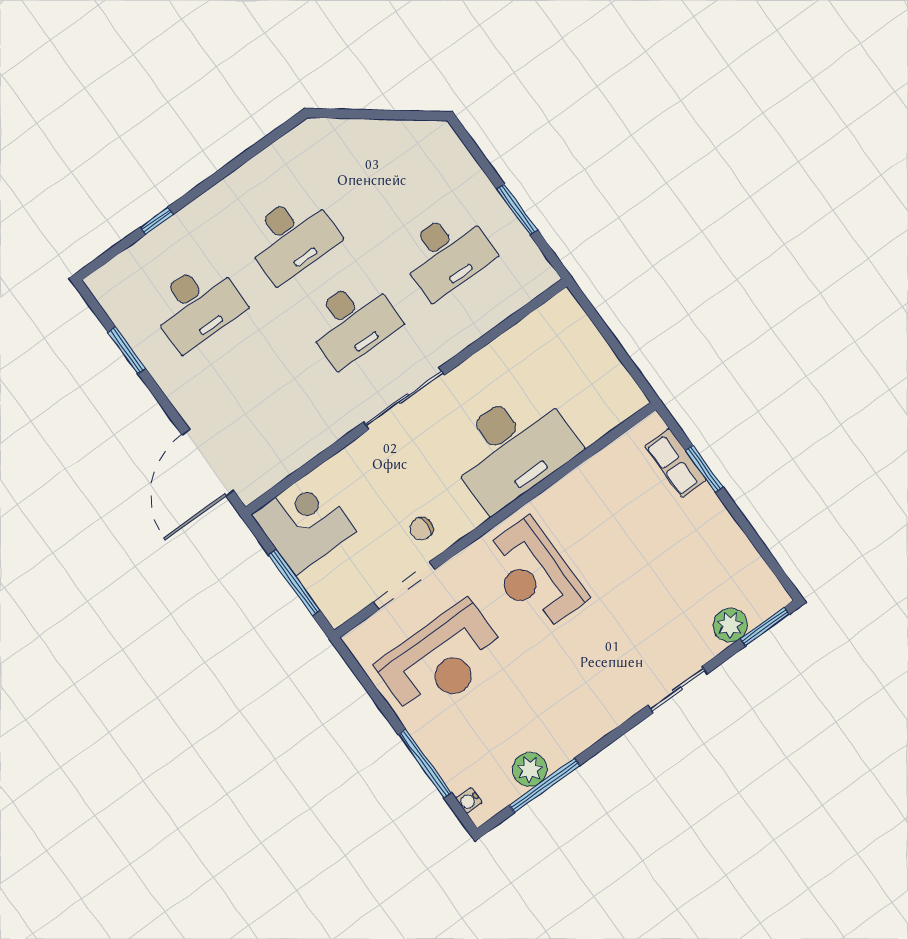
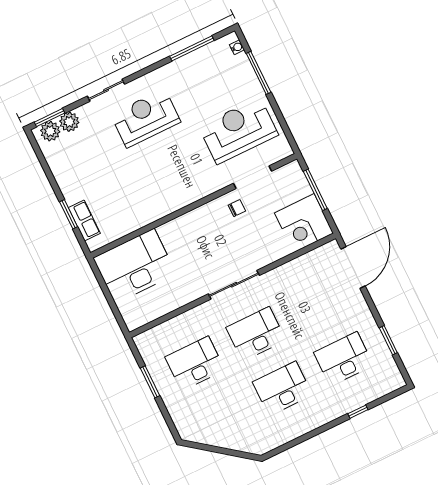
desk: (512, 448) -> (135, 266), moved
reception desk: (534, 575) -> (146, 118), moved, turned -90
plant: (530, 769) -> (50, 131), moved

